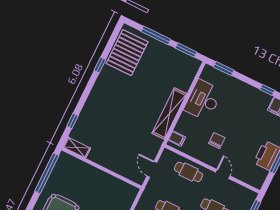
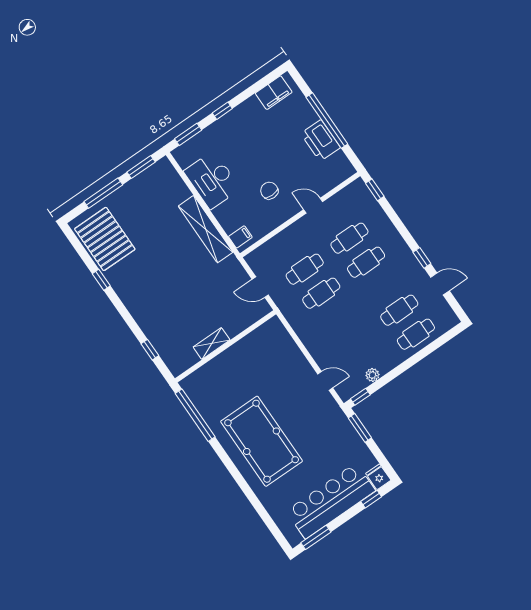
window: (267, 90) -> (222, 111), moved
shelving: (77, 148) -> (212, 344), moved
cafe table: (189, 172) -> (305, 269), moved

